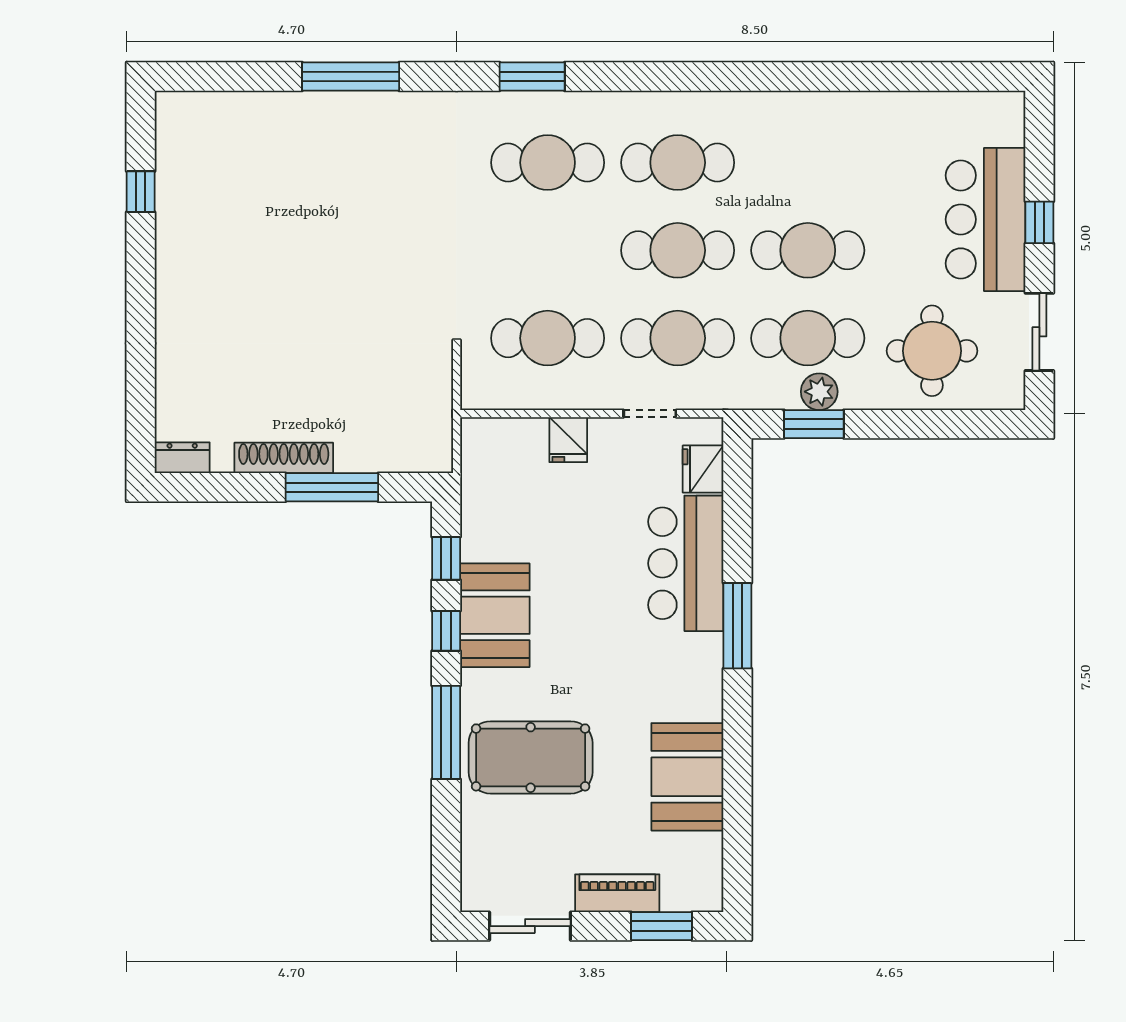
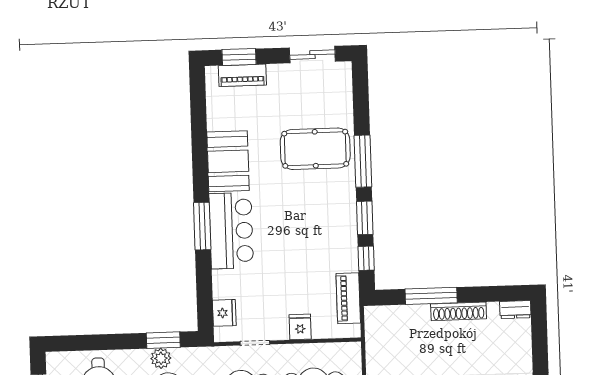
piano: (480, 488) -> (348, 298), added
bar counter: (686, 563) -> (231, 231), moved
booth: (495, 615) -> (338, 227), removed
window: (446, 631) -> (365, 218), width x1.50
booth: (687, 777) -> (228, 161), moved
piano: (617, 893) -> (242, 75), moved

